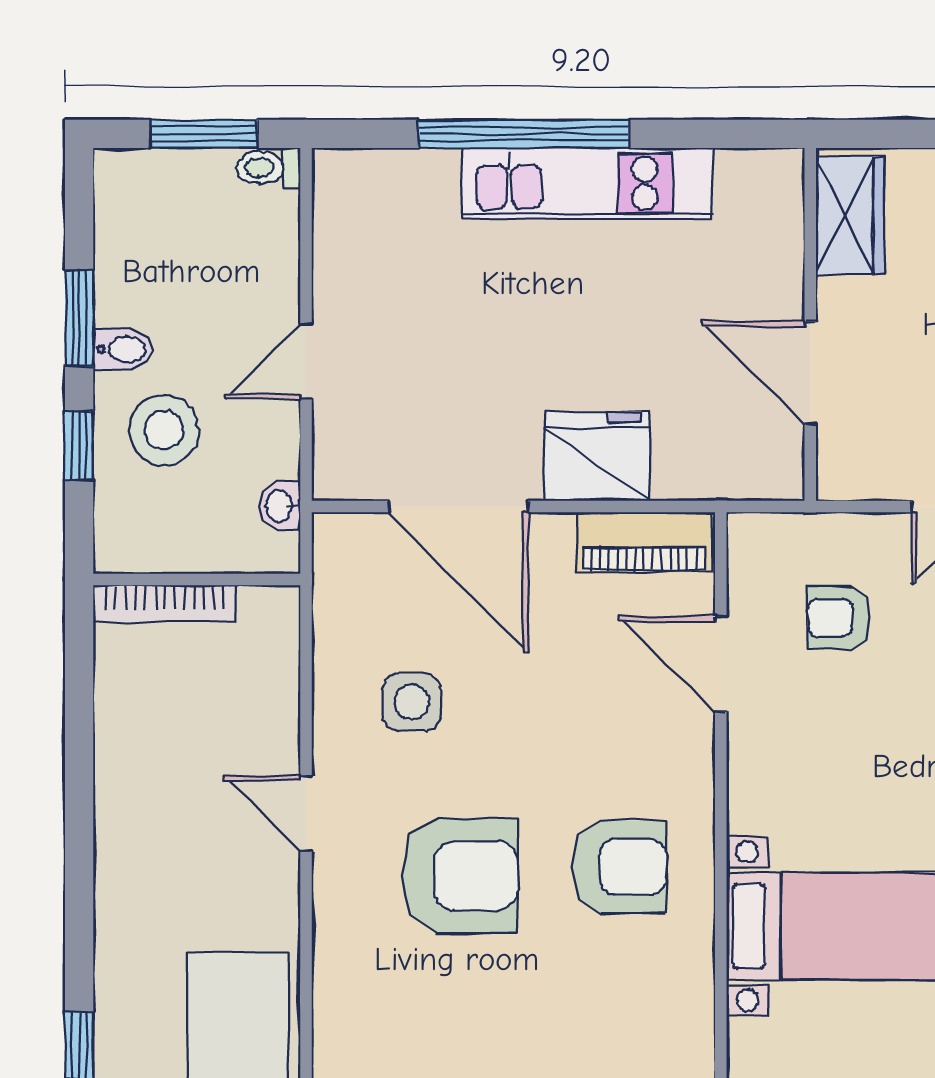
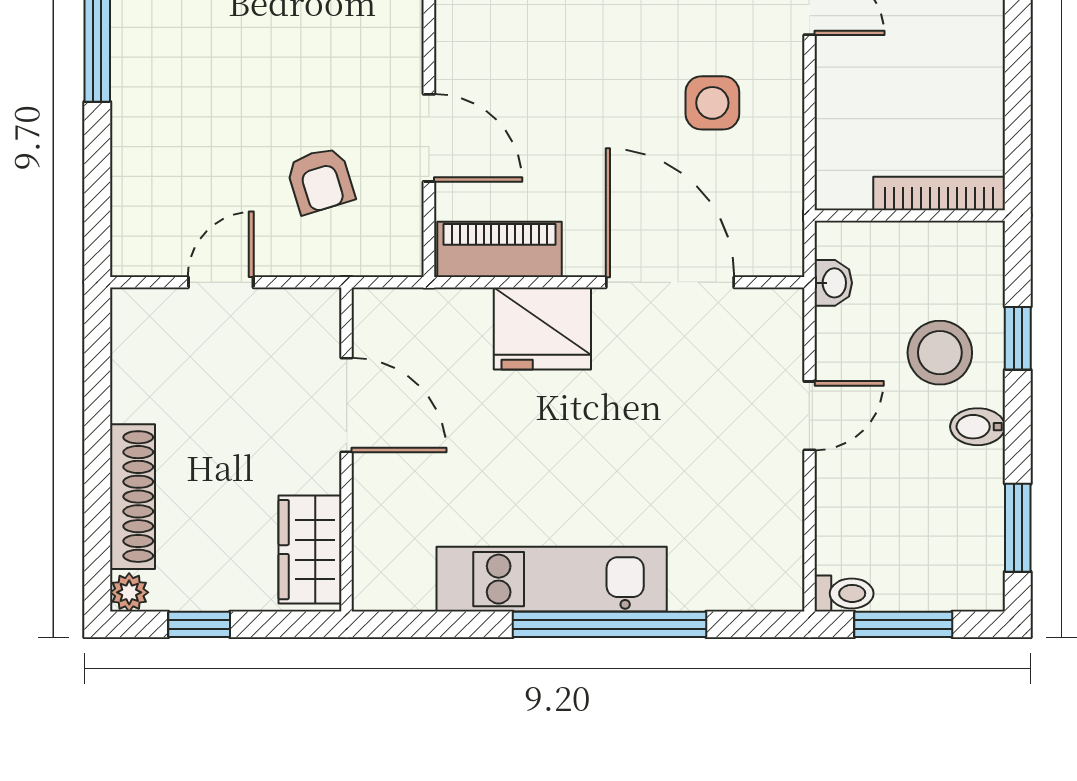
window: (79, 318) -> (1018, 528), moved
armchair: (839, 618) -> (320, 180), turned 73

